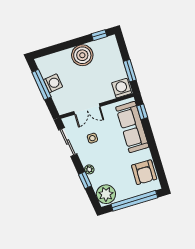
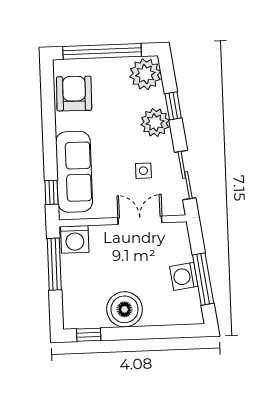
window: (130, 71) -> (54, 264), width x1.44
plant: (89, 169) -> (155, 123), width x1.88, depth x1.88

